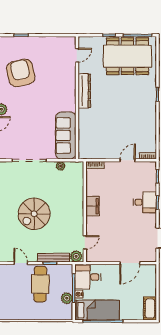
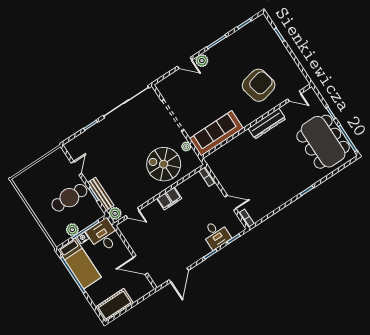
armchair: (21, 73) -> (259, 85), moved
desk: (145, 202) -> (216, 234), moved
spiral stairs: (34, 214) -> (164, 164), moved
cot: (150, 308) -> (115, 305), width x1.37, depth x1.34

